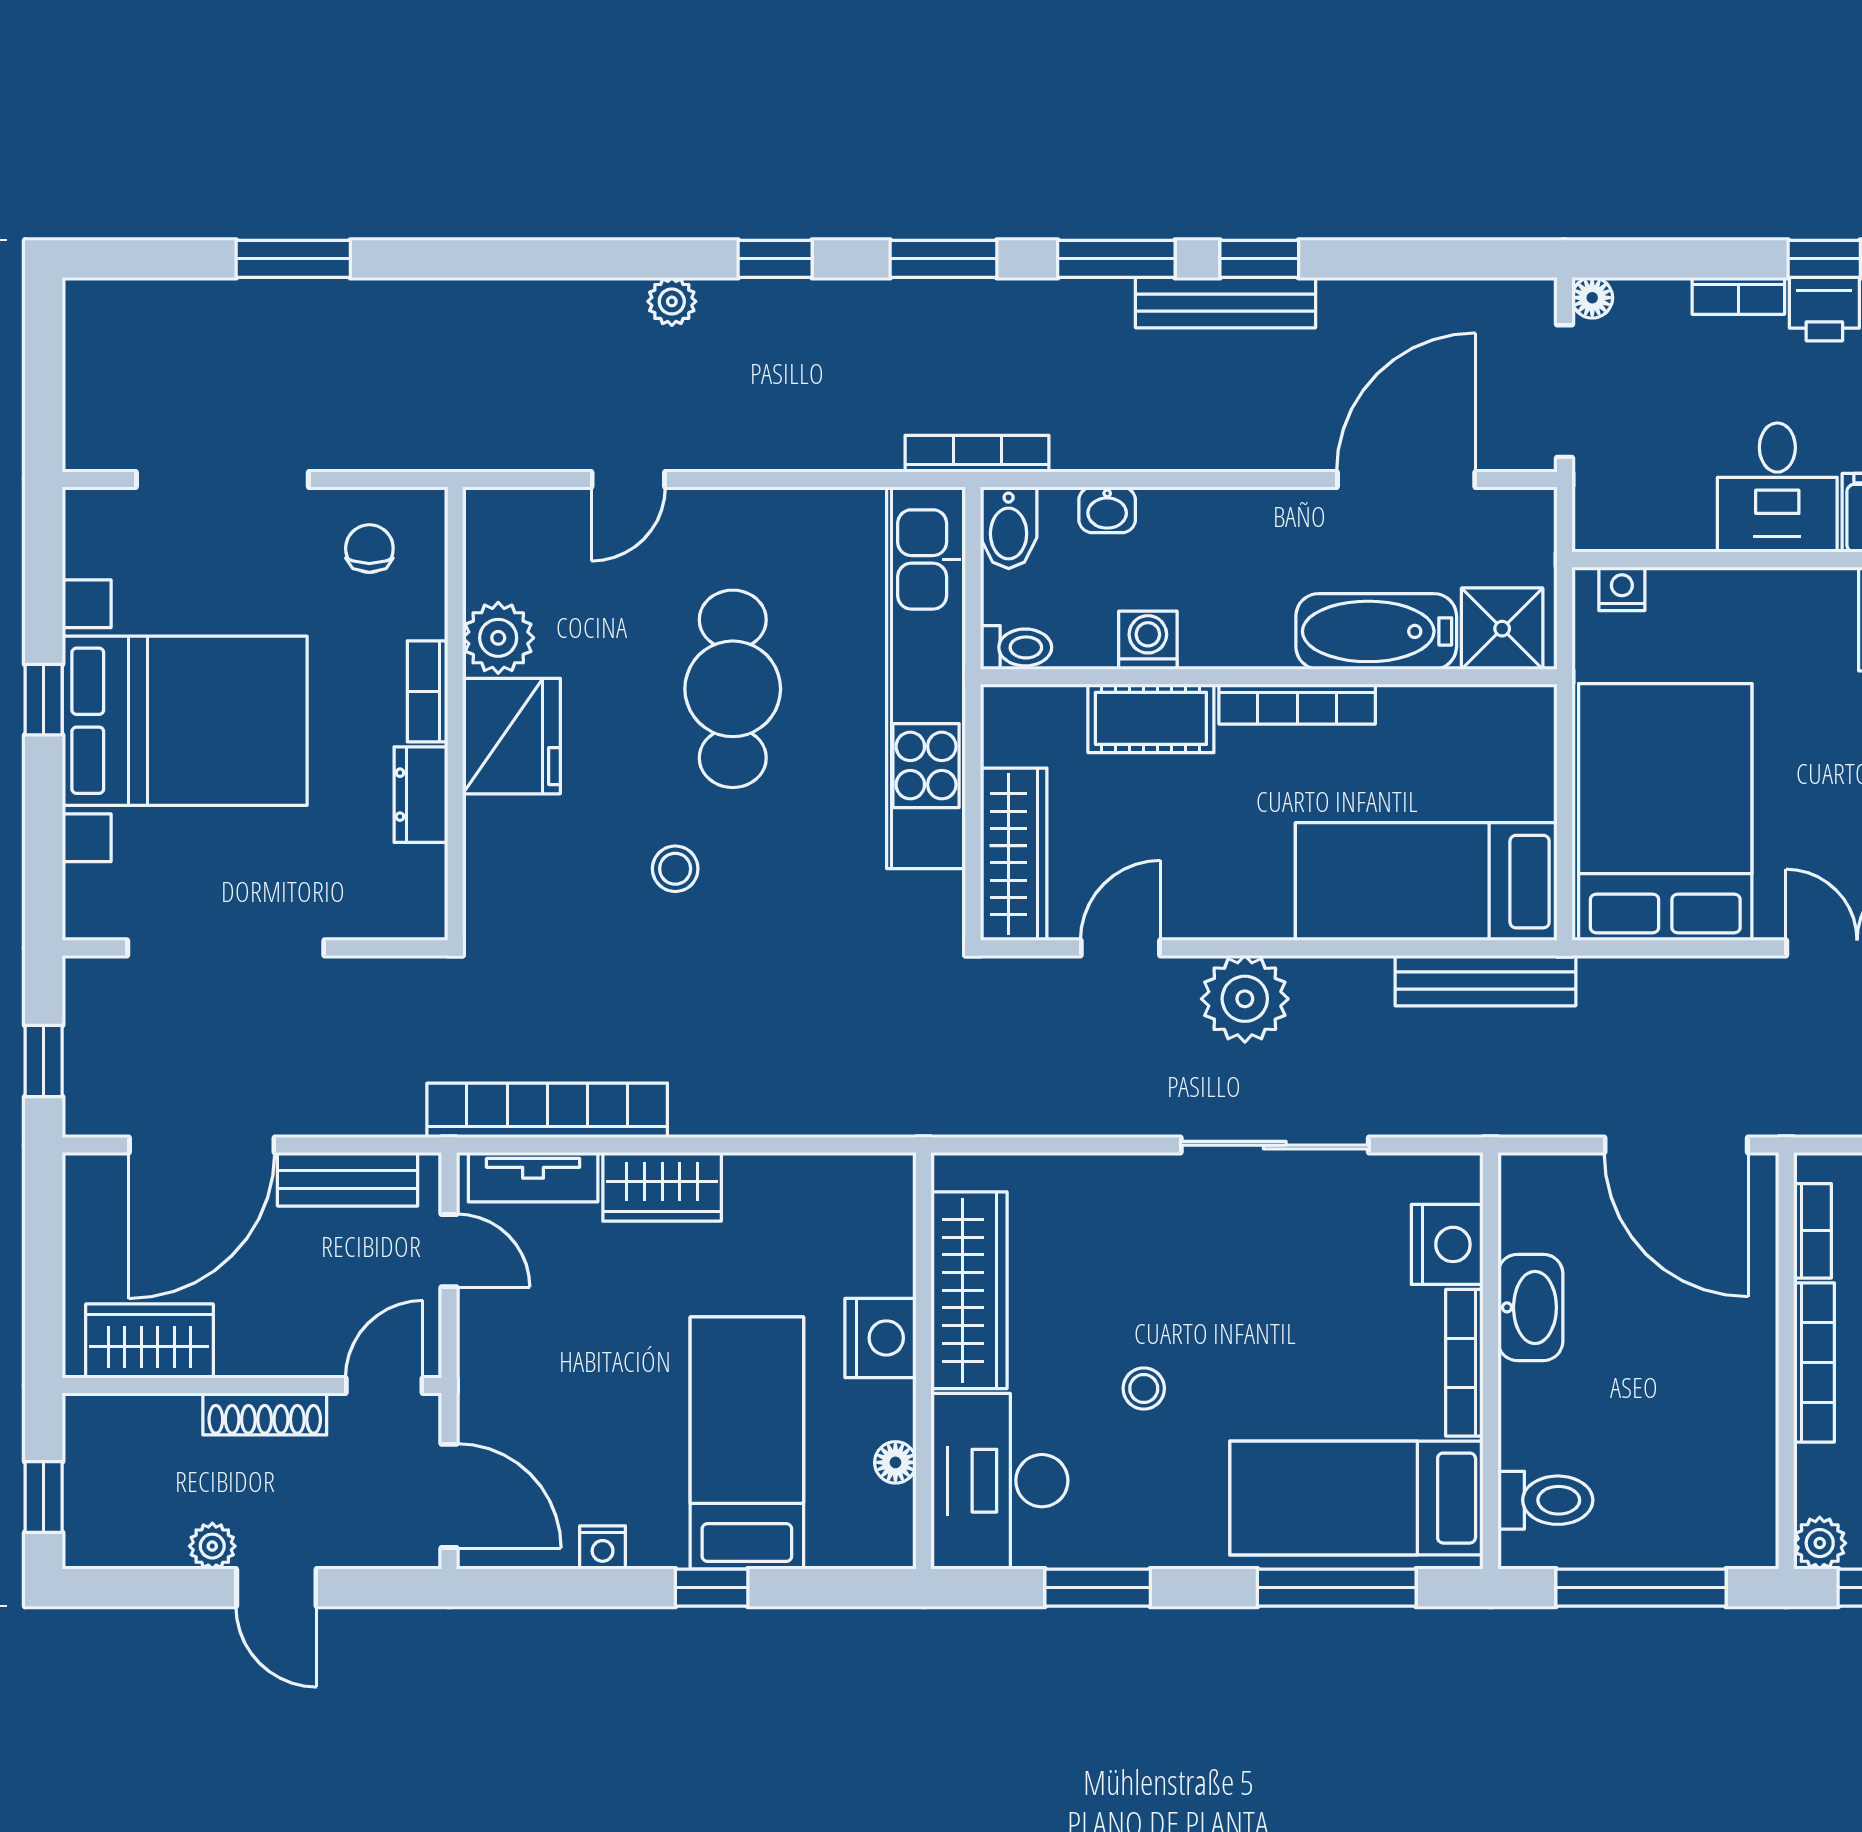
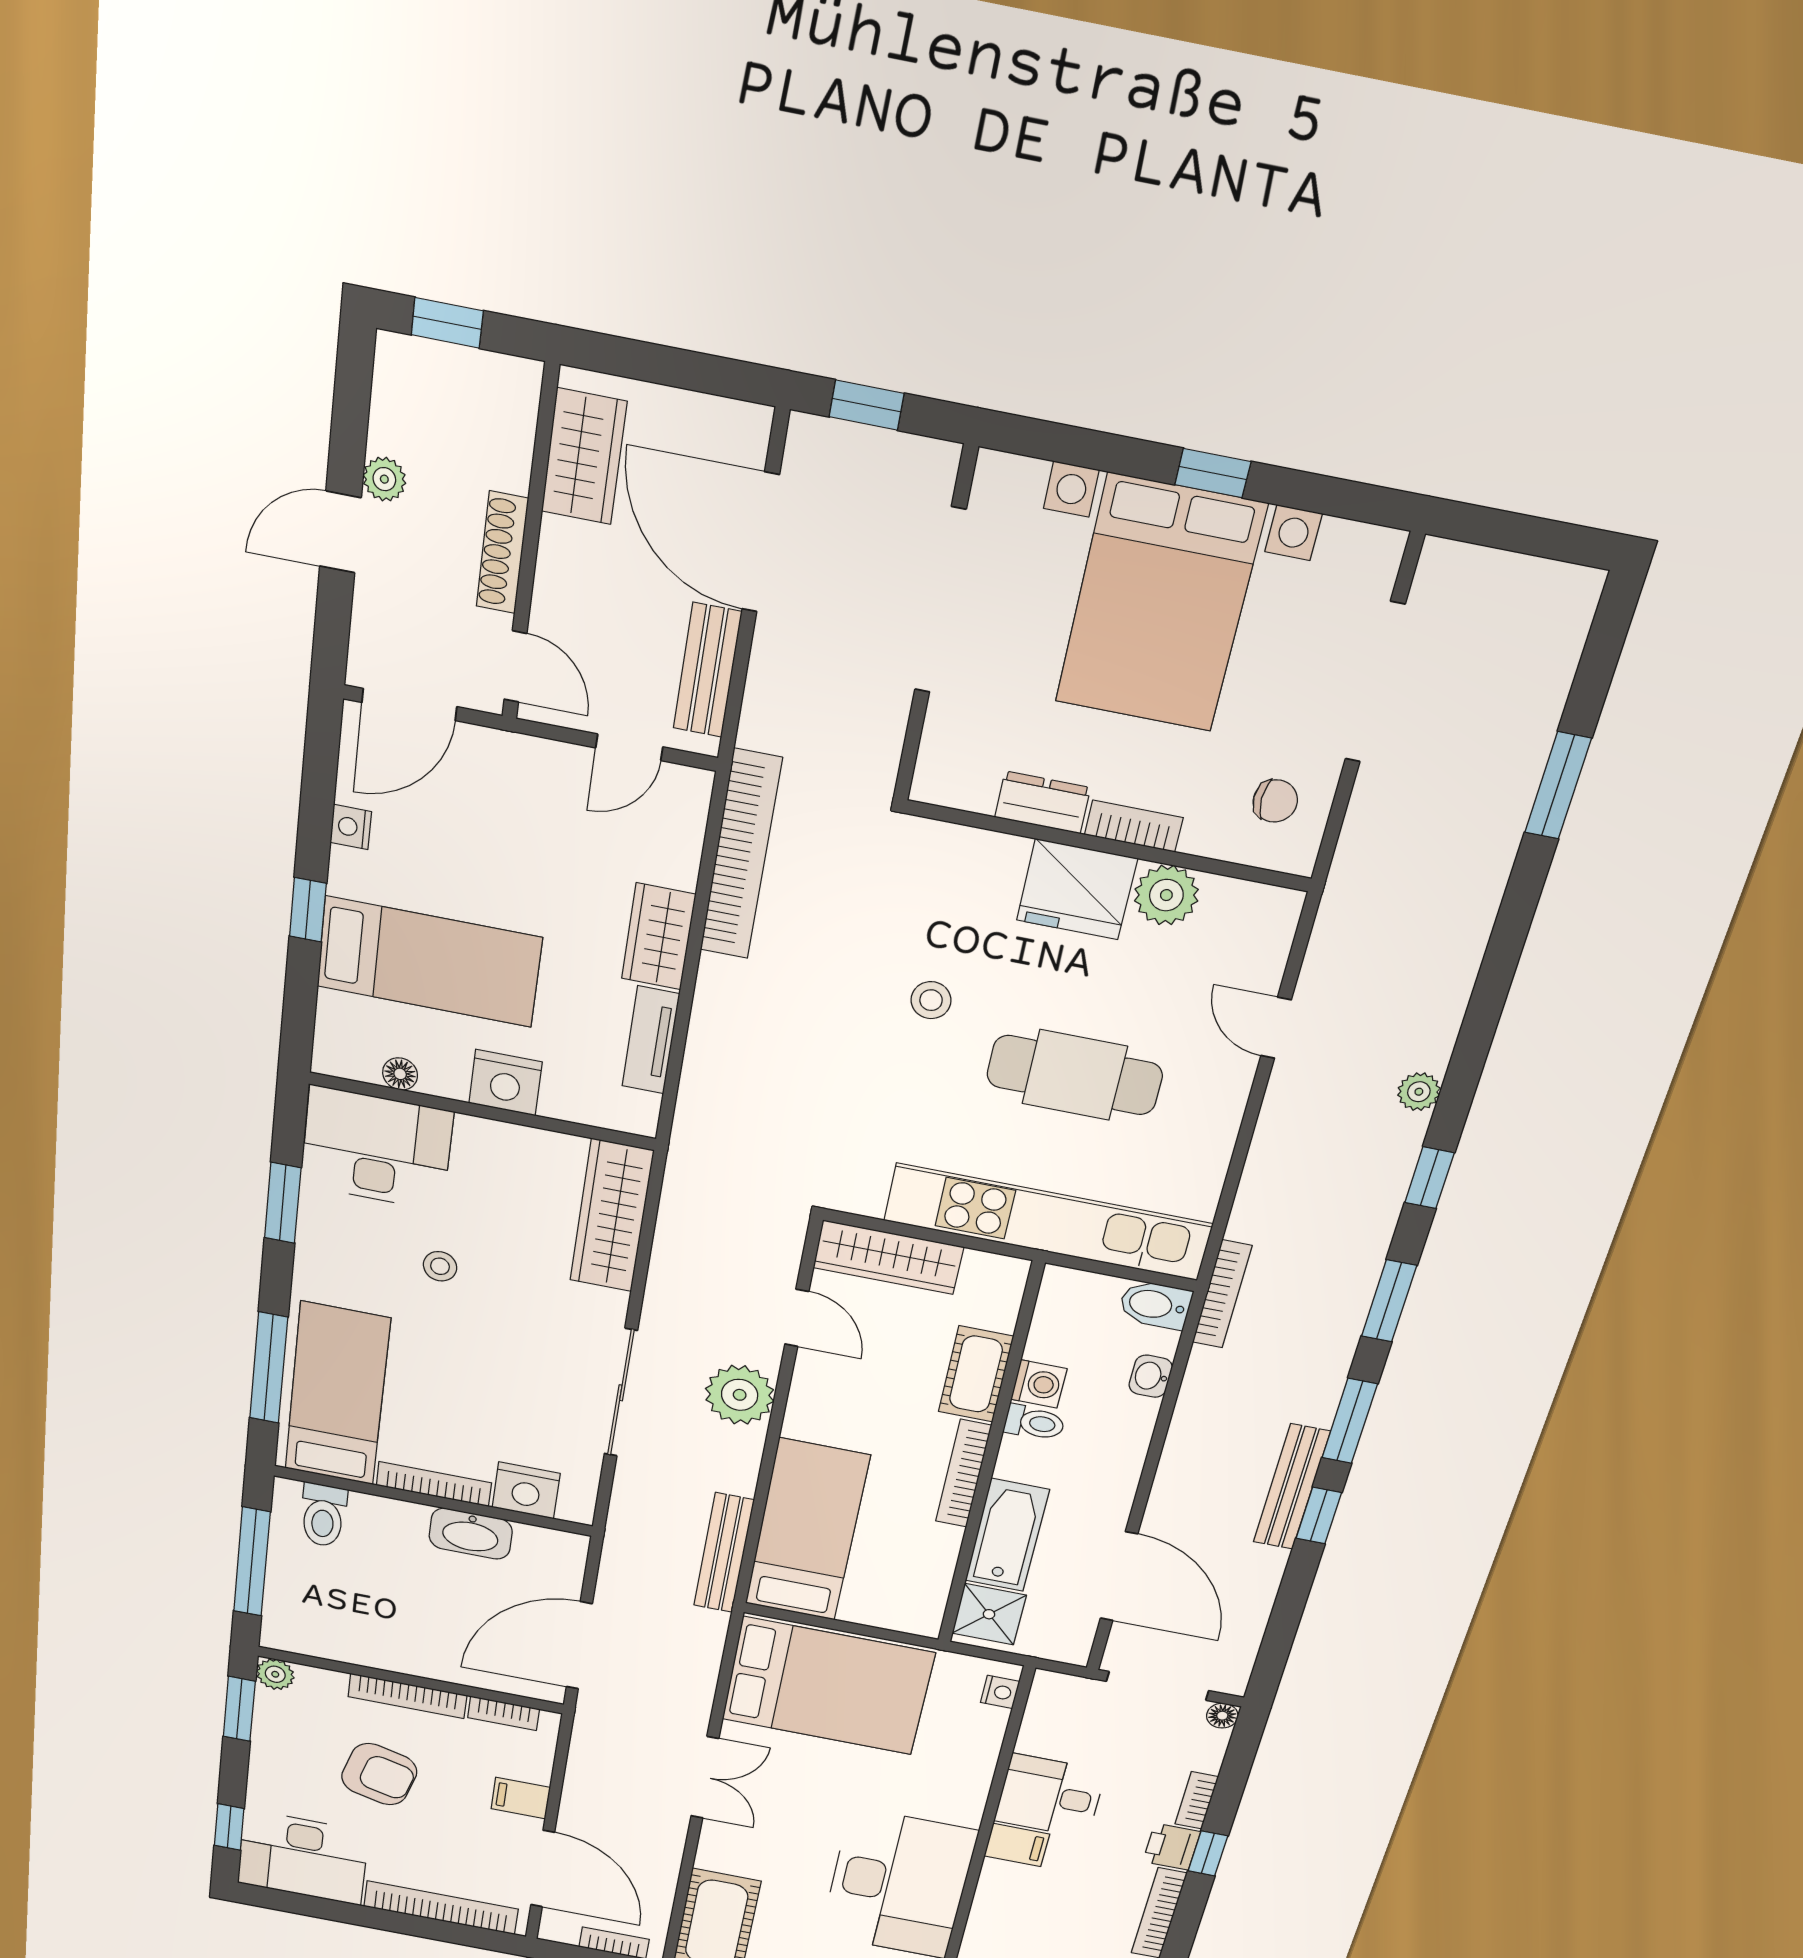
toilet: (1016, 647) -> (1034, 1423), moved, turned -90
tv unit: (533, 1177) -> (651, 1040), moved
wardrobe: (969, 1290) -> (612, 1216), moved, turned 90

